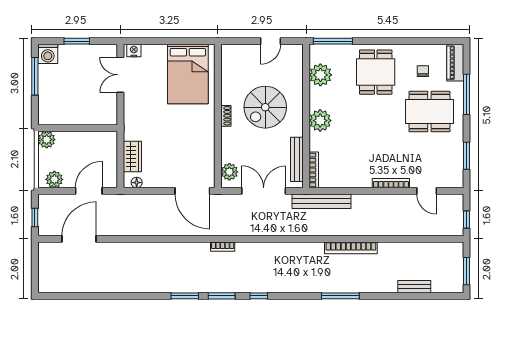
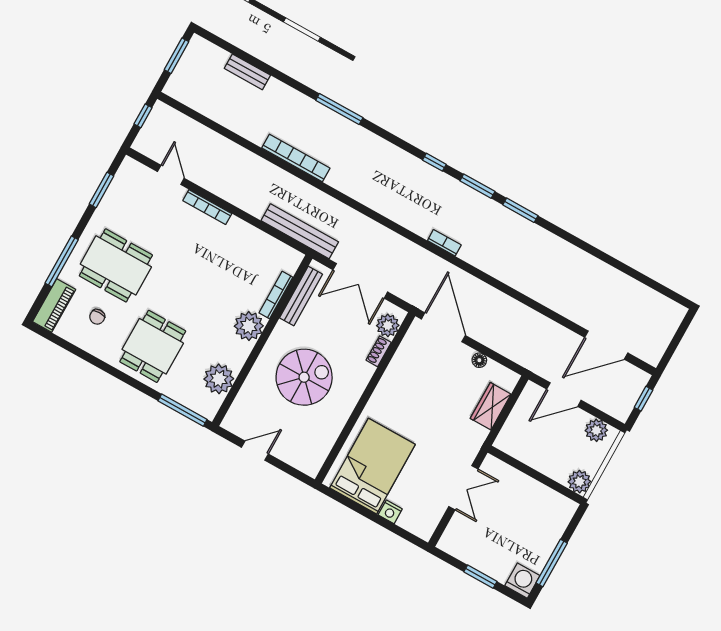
nightstand: (134, 51) -> (390, 512), moved
double door: (120, 75) -> (463, 488), moved
shoe rack: (226, 116) -> (379, 351), moved
bookcase: (314, 170) -> (276, 295), moved
floor lamp: (137, 183) -> (479, 360), moved

